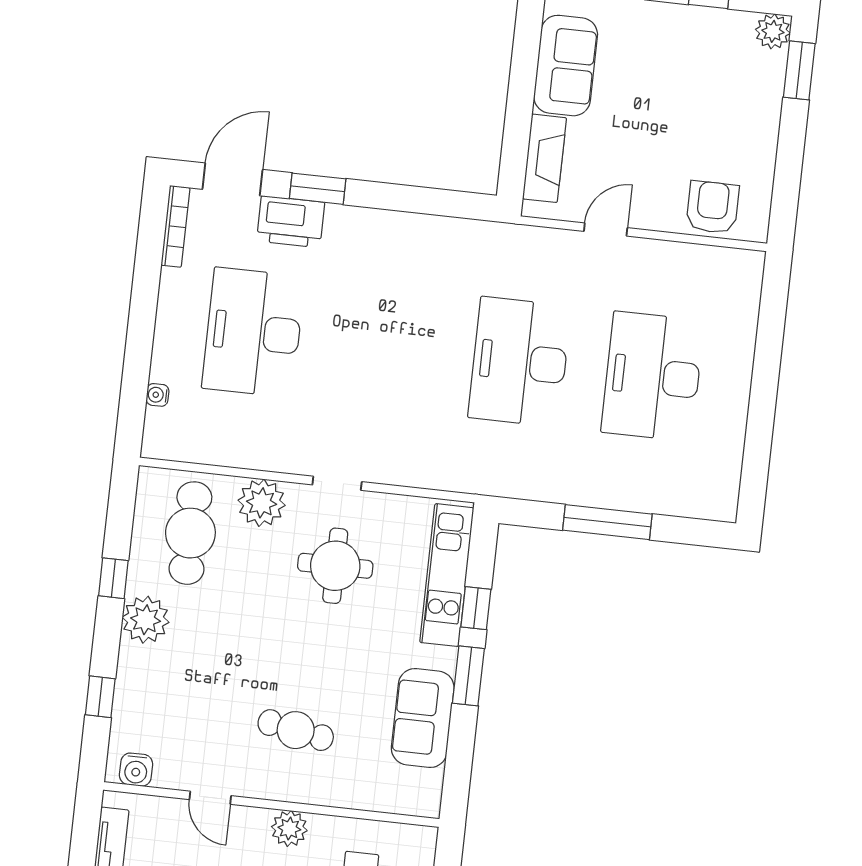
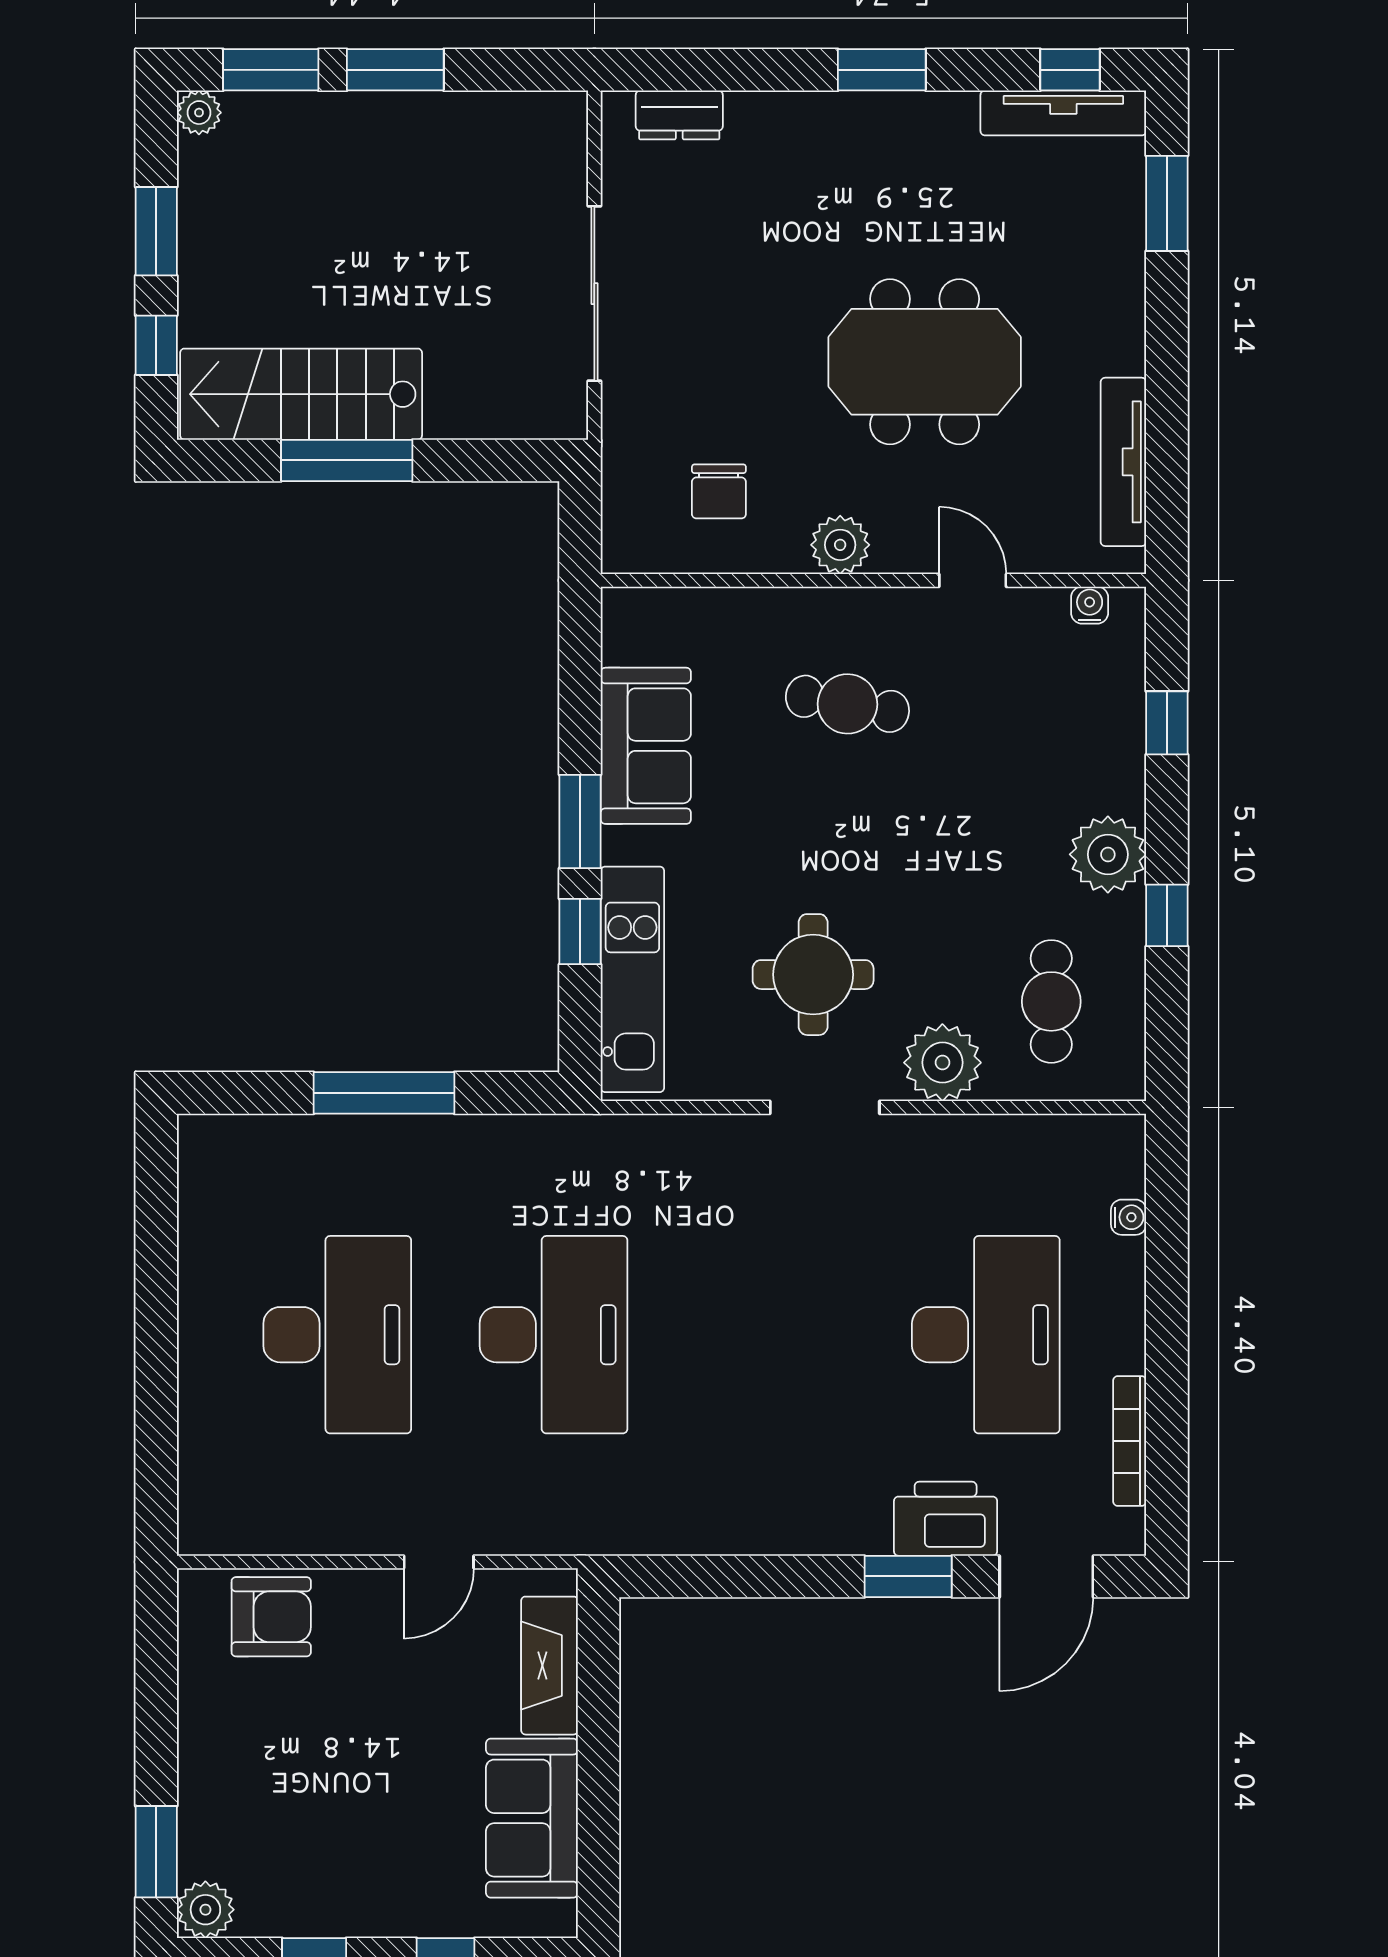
armchair: (713, 207) -> (271, 1617), turned -90
bookcase: (175, 226) -> (1130, 1441), moved
doorway: (337, 483) -> (825, 1107), width x1.38
cafe table: (190, 533) -> (1051, 1001), width x0.73, depth x0.74
water cooler: (136, 770) -> (1090, 605), width x0.72, depth x0.72

